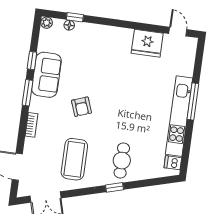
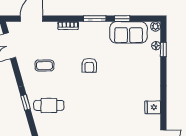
fridge: (147, 43) -> (153, 107), width x0.53, depth x0.75
sofa: (46, 75) -> (129, 32), moved
armchair: (81, 107) -> (89, 65), turned -70
coffee table: (74, 159) -> (44, 66), width x0.54, depth x0.58

